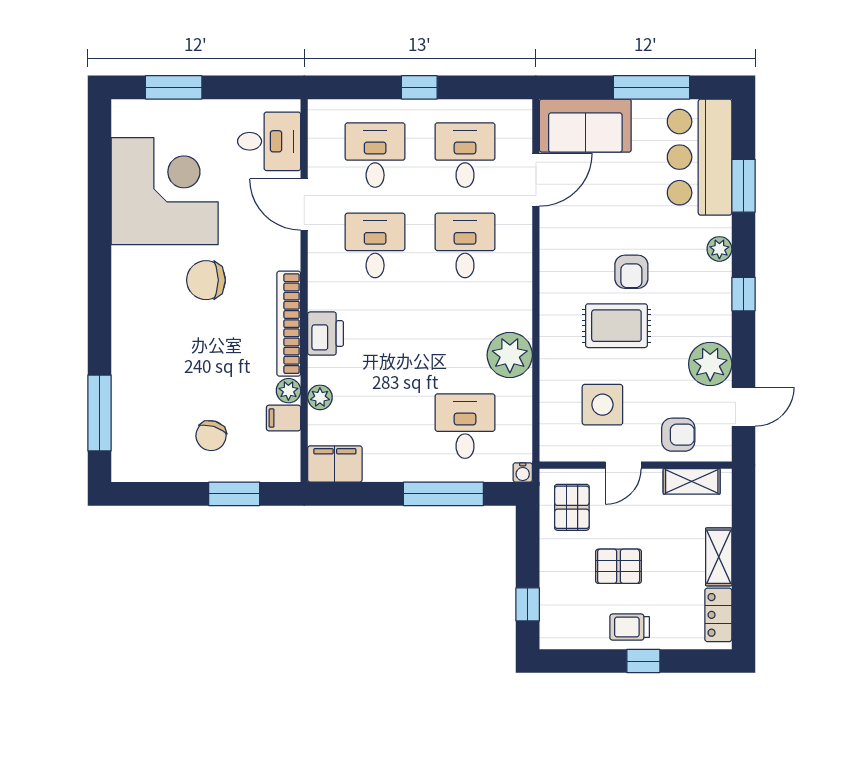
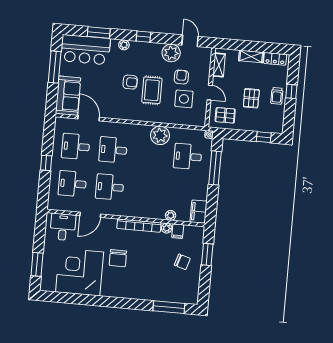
printer: (326, 334) -> (144, 211), removed
armchair: (678, 435) -> (181, 77), moved

